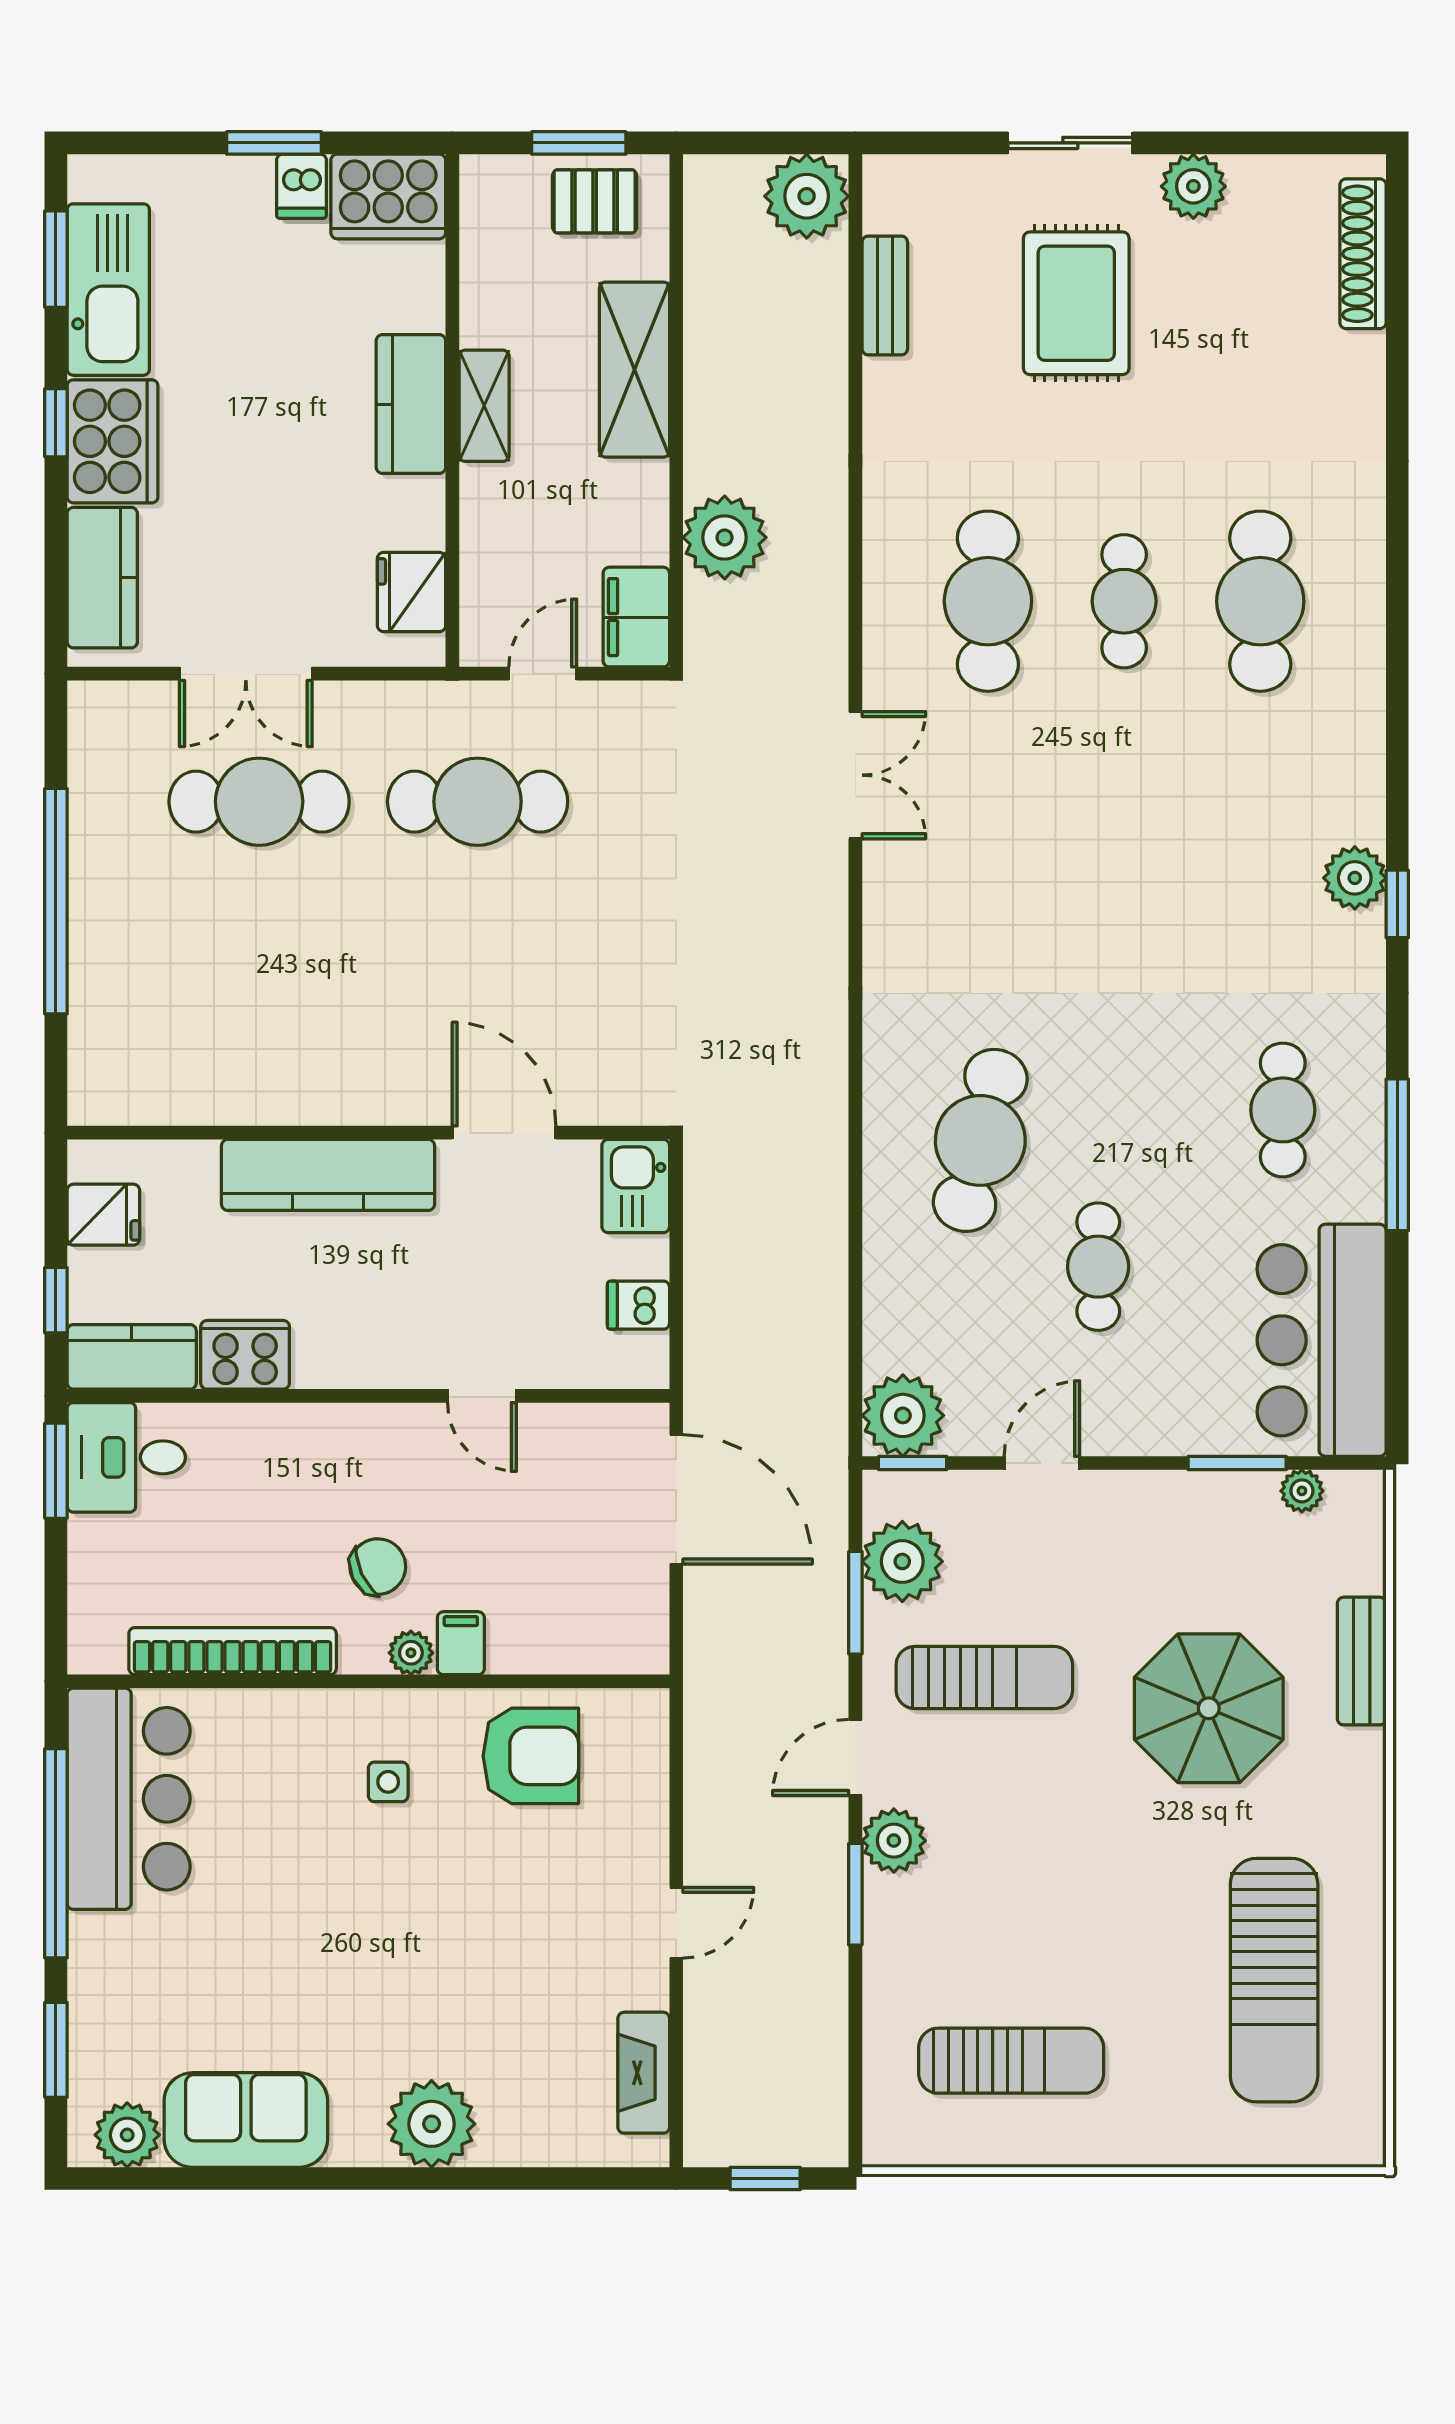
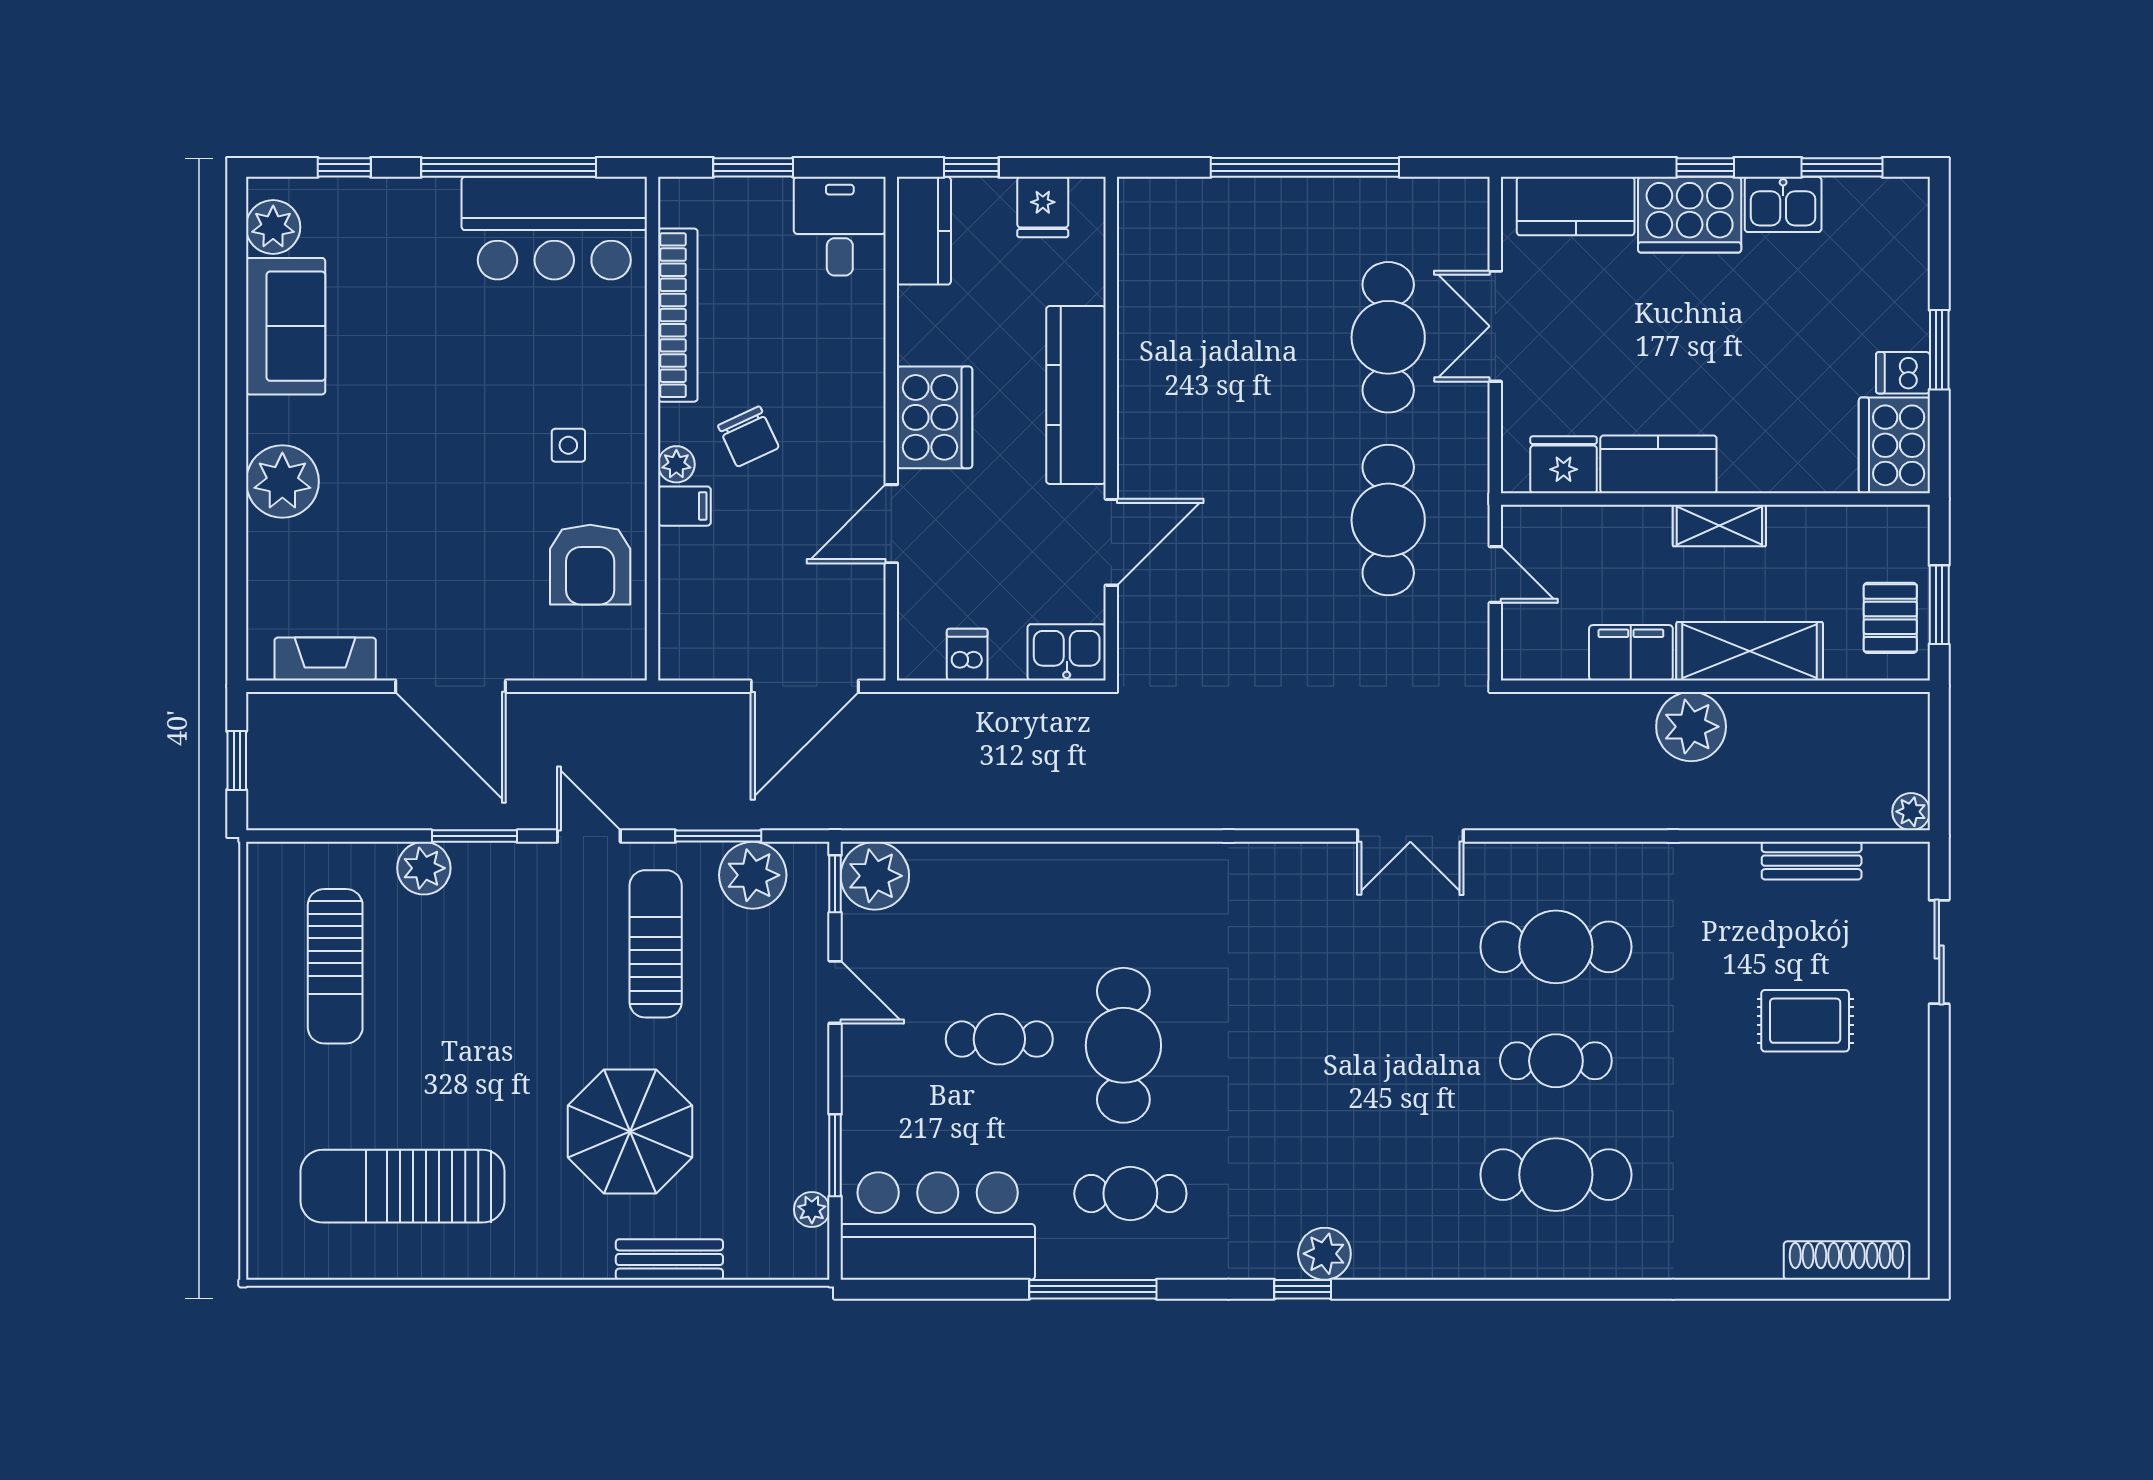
sliding door: (1070, 143) -> (1939, 952), moved
plant: (1193, 186) -> (1903, 1119), removed
plant: (807, 196) -> (1911, 812), width x0.53, depth x0.53
kitchen sink: (108, 290) -> (1783, 204), width x0.53, depth x0.81
rug: (1076, 303) -> (1805, 1021), width x0.73, depth x0.70
kitchen counter: (411, 404) -> (1658, 464), moved
plant: (725, 537) -> (1691, 727), moved
filing cabinet: (636, 617) -> (1631, 653), moved
cafe table: (980, 1140) -> (1123, 1045), moved, turned 76
cooker: (245, 1355) -> (934, 417), moved, width x1.37, depth x1.31
door: (482, 1396) -> (891, 524), width x1.38
window: (56, 1471) -> (753, 167), moved
sun lounger: (984, 1678) -> (656, 944), turned 180
plant: (894, 1841) -> (424, 868), moved
door: (676, 1923) -> (451, 686), width x1.88
window: (56, 2050) -> (344, 167), width x0.67

